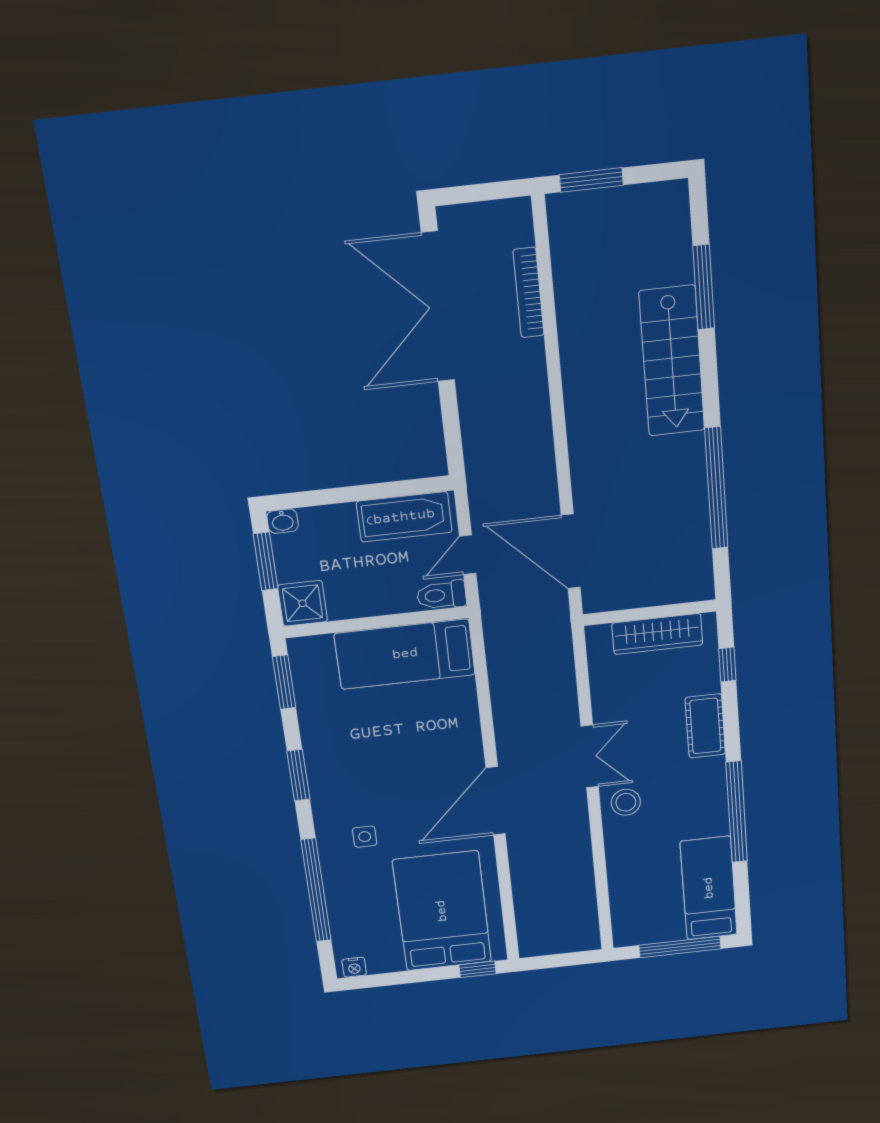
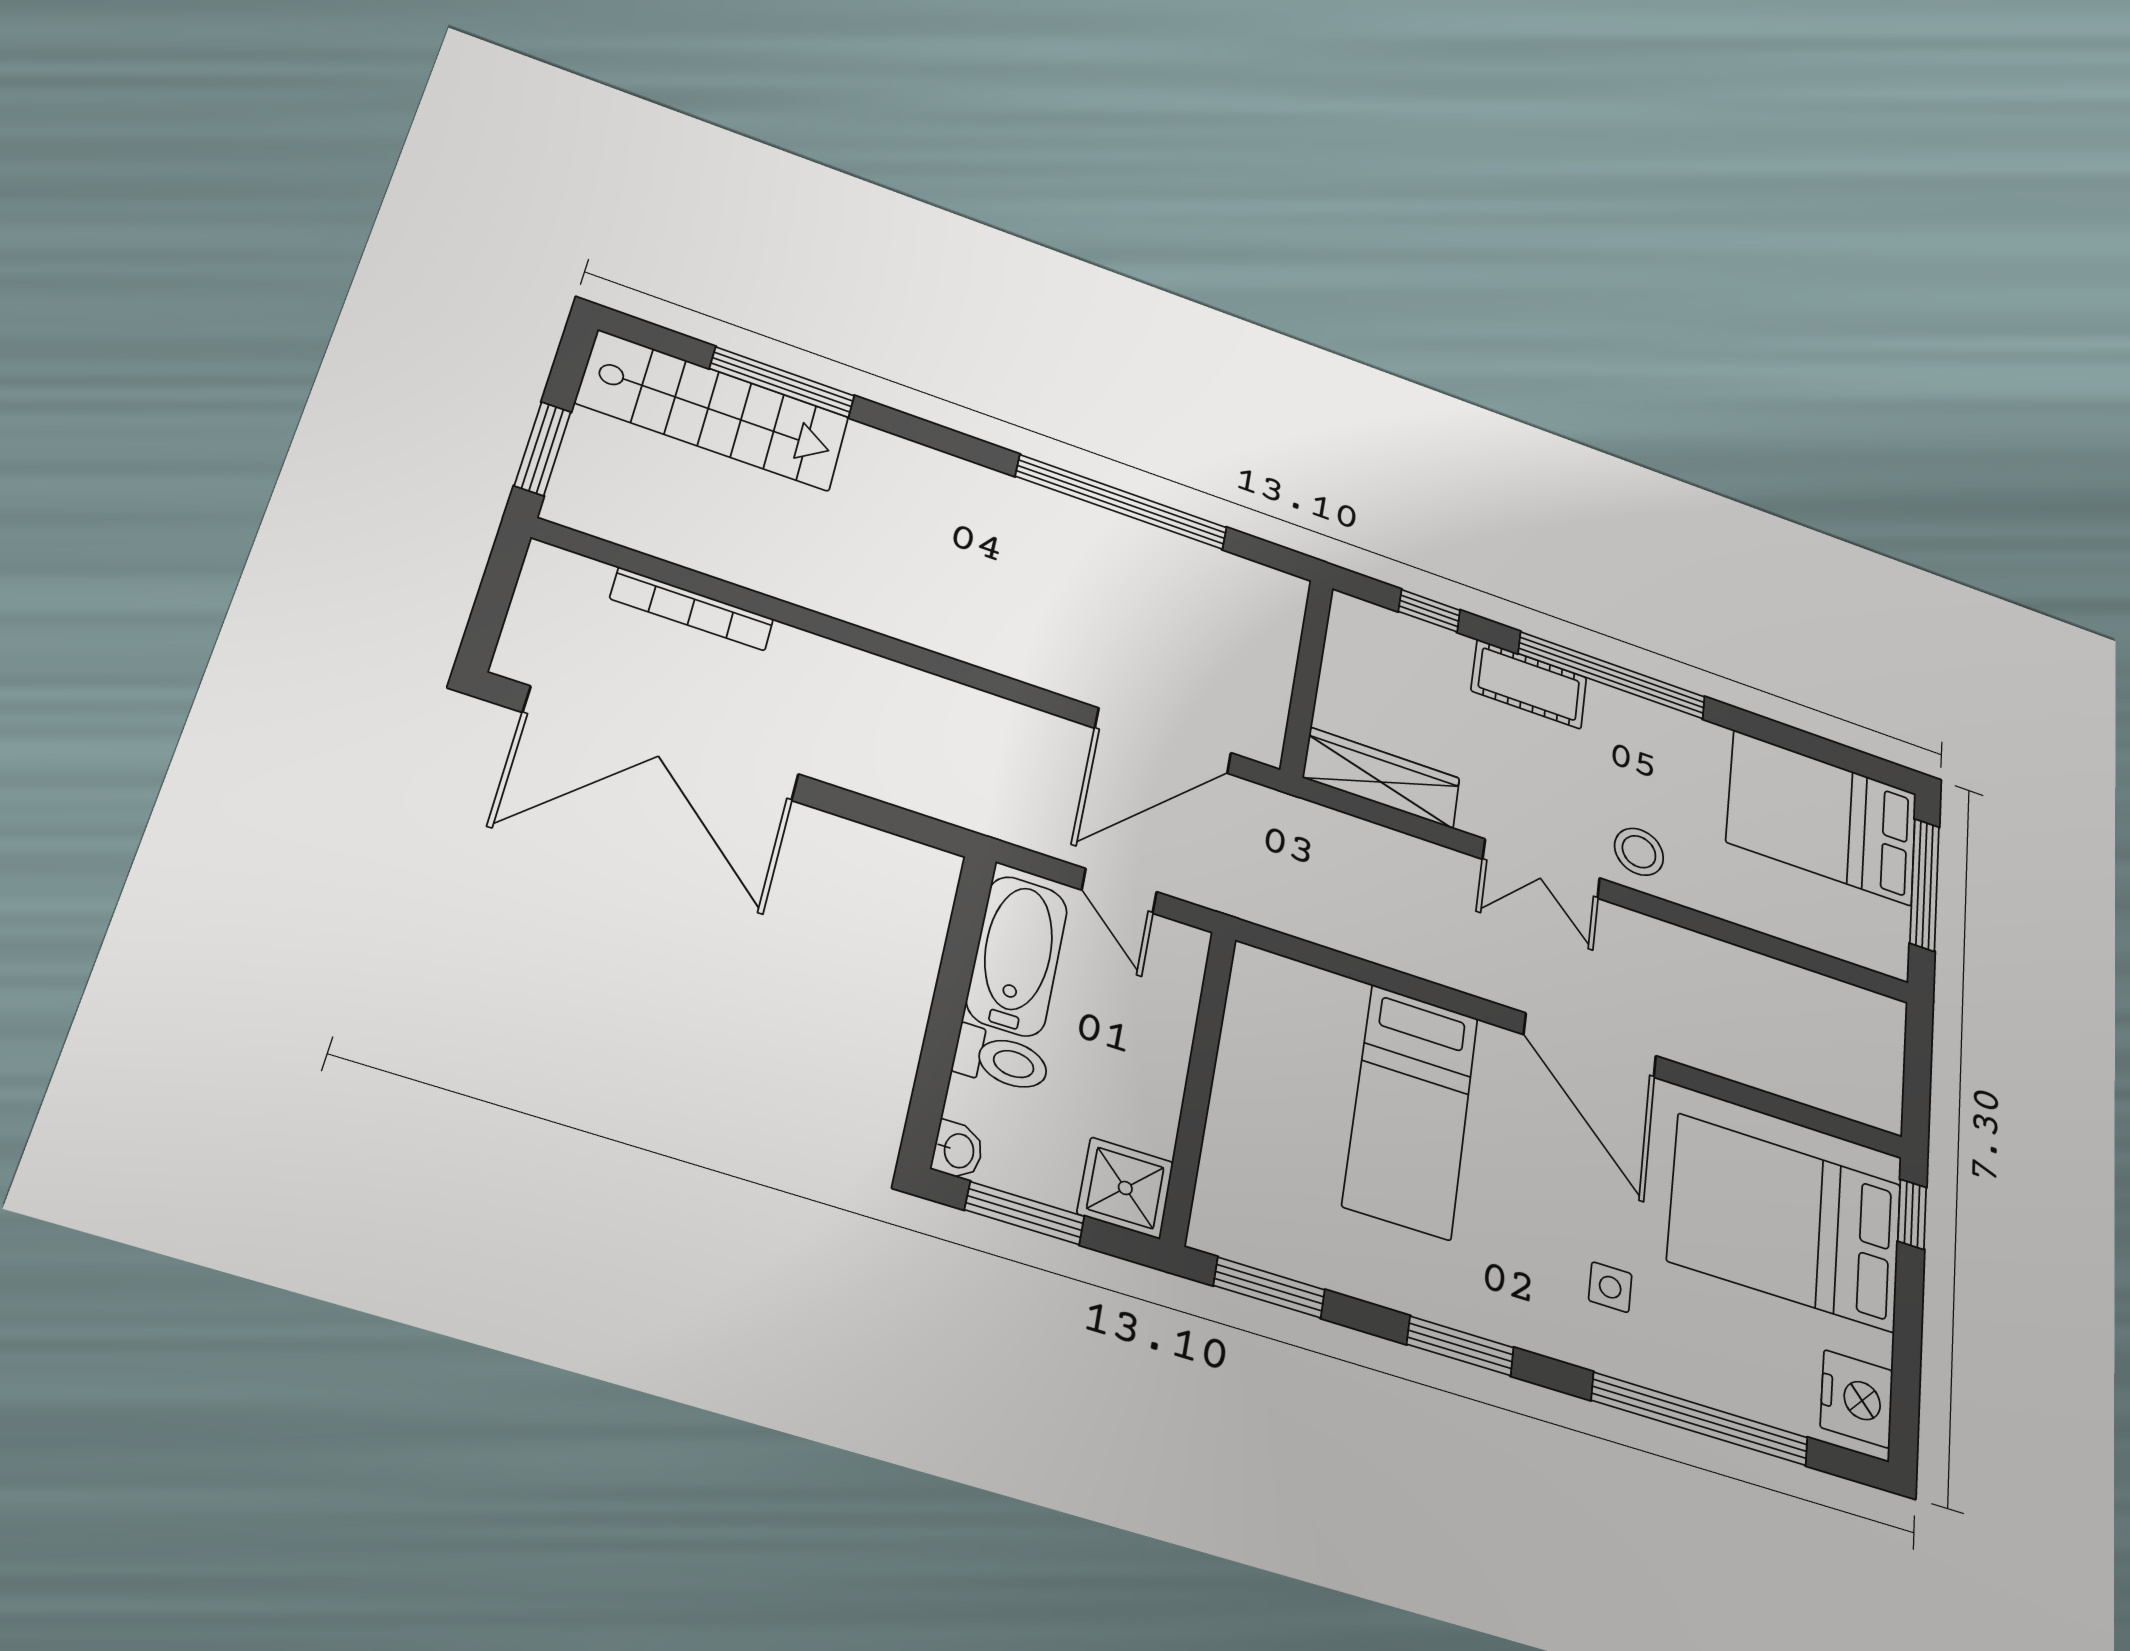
stairs: (672, 361) -> (713, 410), moved
toilet: (442, 595) -> (1001, 1060), moved, turned -90
wardrobe: (657, 634) -> (1382, 778), moved, turned -90
bed: (405, 654) -> (1411, 1111), moved
double door: (590, 756) -> (1541, 869), swing flipped
window: (737, 812) -> (1612, 675), moved
bed: (709, 888) -> (1822, 818), width x1.50
nightstand: (354, 967) -> (1857, 1399), width x1.89, depth x1.79

